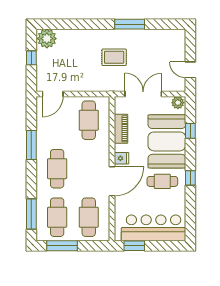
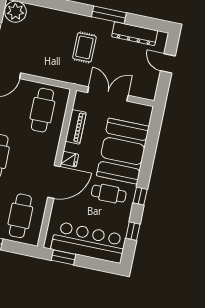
dresser: (156, 36) -> (135, 34), added
rug: (114, 57) -> (84, 47), turned 90
door: (190, 70) -> (168, 63), moved
plant: (178, 103) -> (144, 111), removed
window: (190, 131) -> (133, 231), moved

